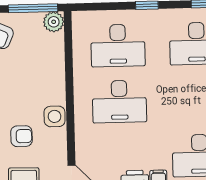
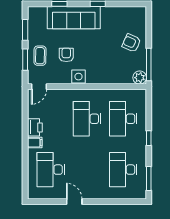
armchair: (21, 136) -> (66, 55), turned 180

